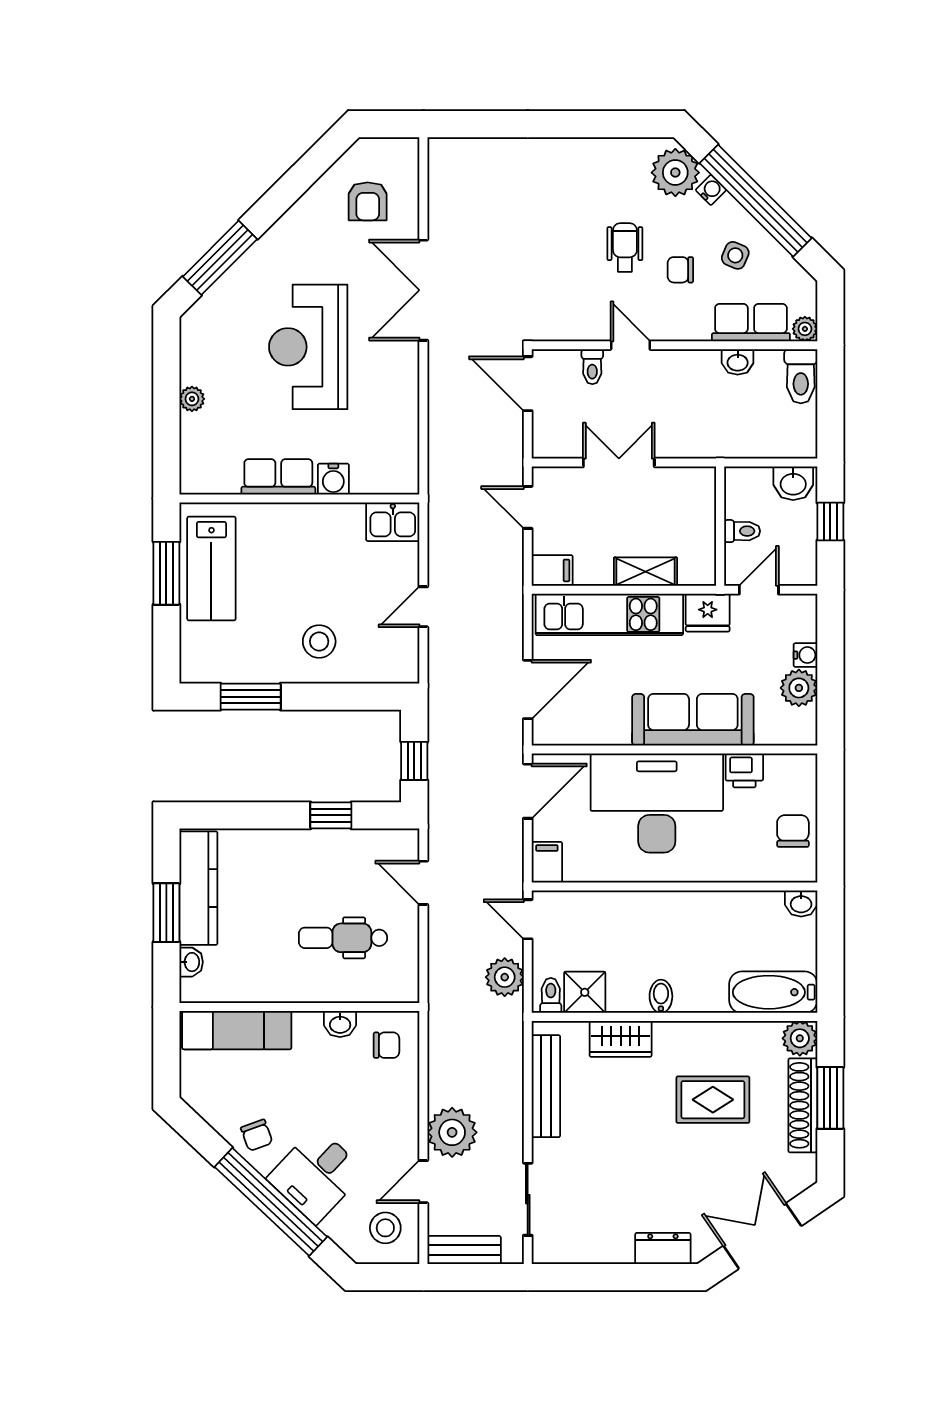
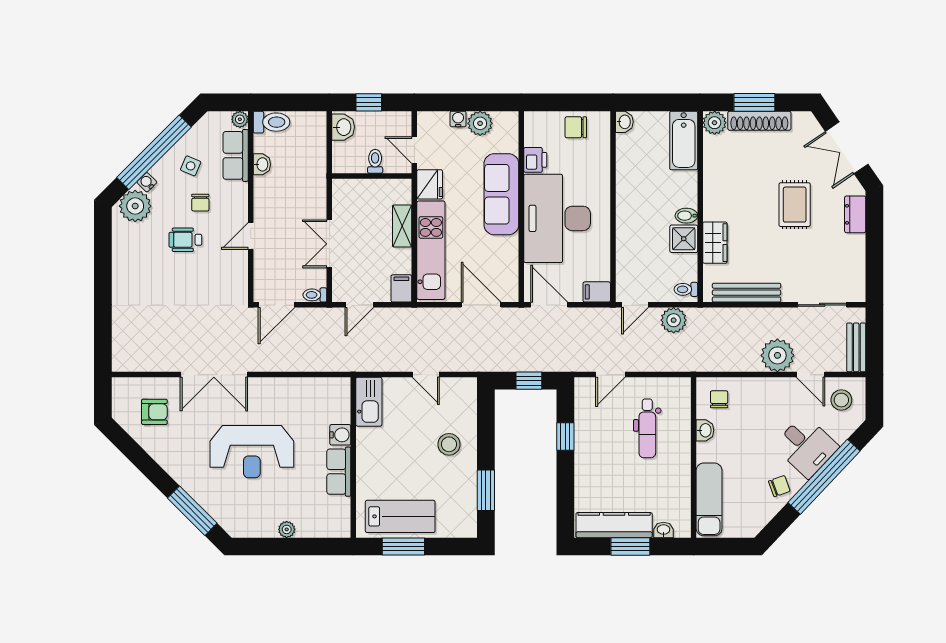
toilet: (592, 367) -> (315, 295), moved, turned 180
kitchen sink: (393, 522) -> (369, 402), width x1.38
shower: (585, 992) -> (684, 239), moved
rug: (713, 1100) -> (795, 205), moved

